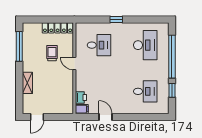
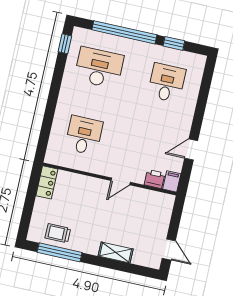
window: (116, 19) -> (65, 44), moved
locker: (58, 28) -> (47, 182), width x0.66
trolley: (52, 53) -> (58, 233), moved
door: (74, 63) -> (121, 181), moved

